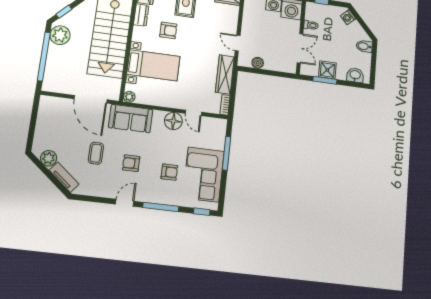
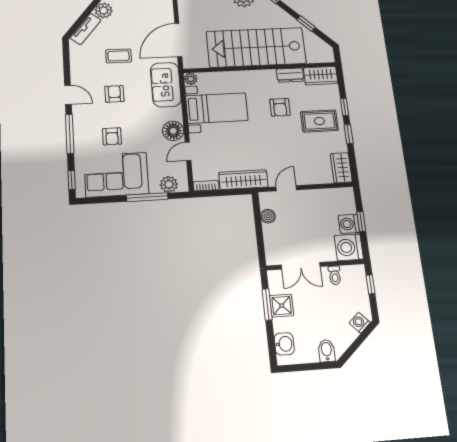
bed with nightstands: (153, 65) -> (217, 108), moved, turned -90
plant: (219, 134) -> (169, 184), added

